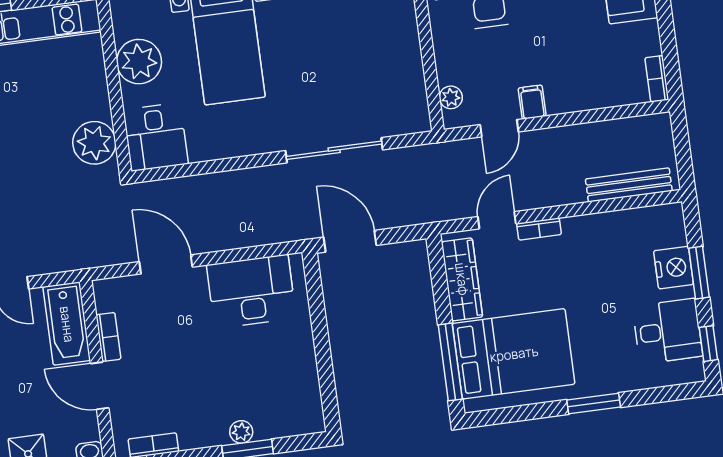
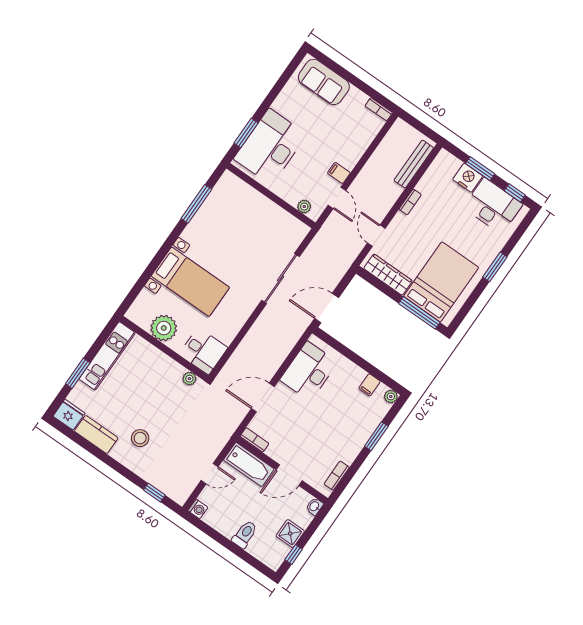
plant: (94, 143) -> (189, 379), width x0.53, depth x0.53
bookcase: (539, 229) -> (410, 202), moved
desk: (668, 331) -> (493, 206), width x1.37
bookcase: (108, 337) -> (254, 440), moved
filing cabinet: (304, 382) -> (370, 385), added
plant: (241, 432) -> (391, 396), moved

